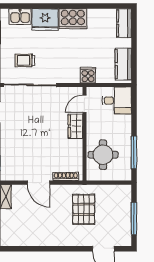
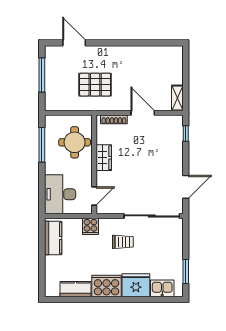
kitchen counter: (124, 23) -> (75, 289), moved, turned -90
trolley: (25, 60) -> (123, 242), moved
desk: (117, 100) -> (60, 194), width x1.37
wardrobe: (75, 126) -> (104, 158), moved
pallet: (84, 209) -> (95, 85), turned 90

